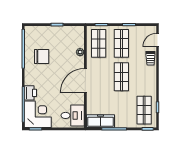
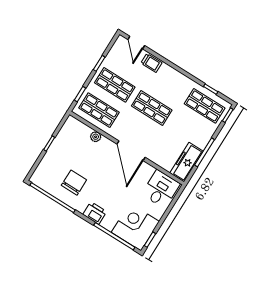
printer: (30, 93) -> (95, 213), moved

